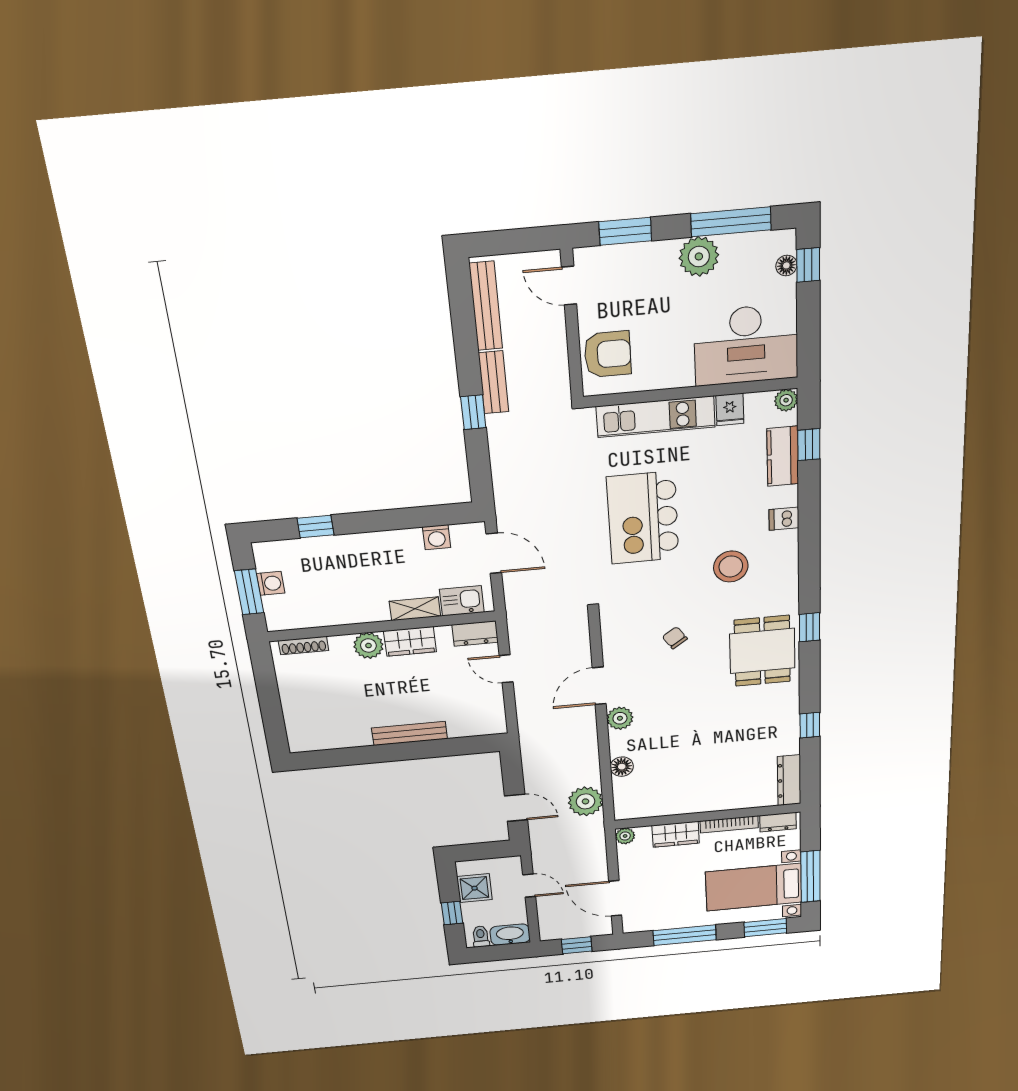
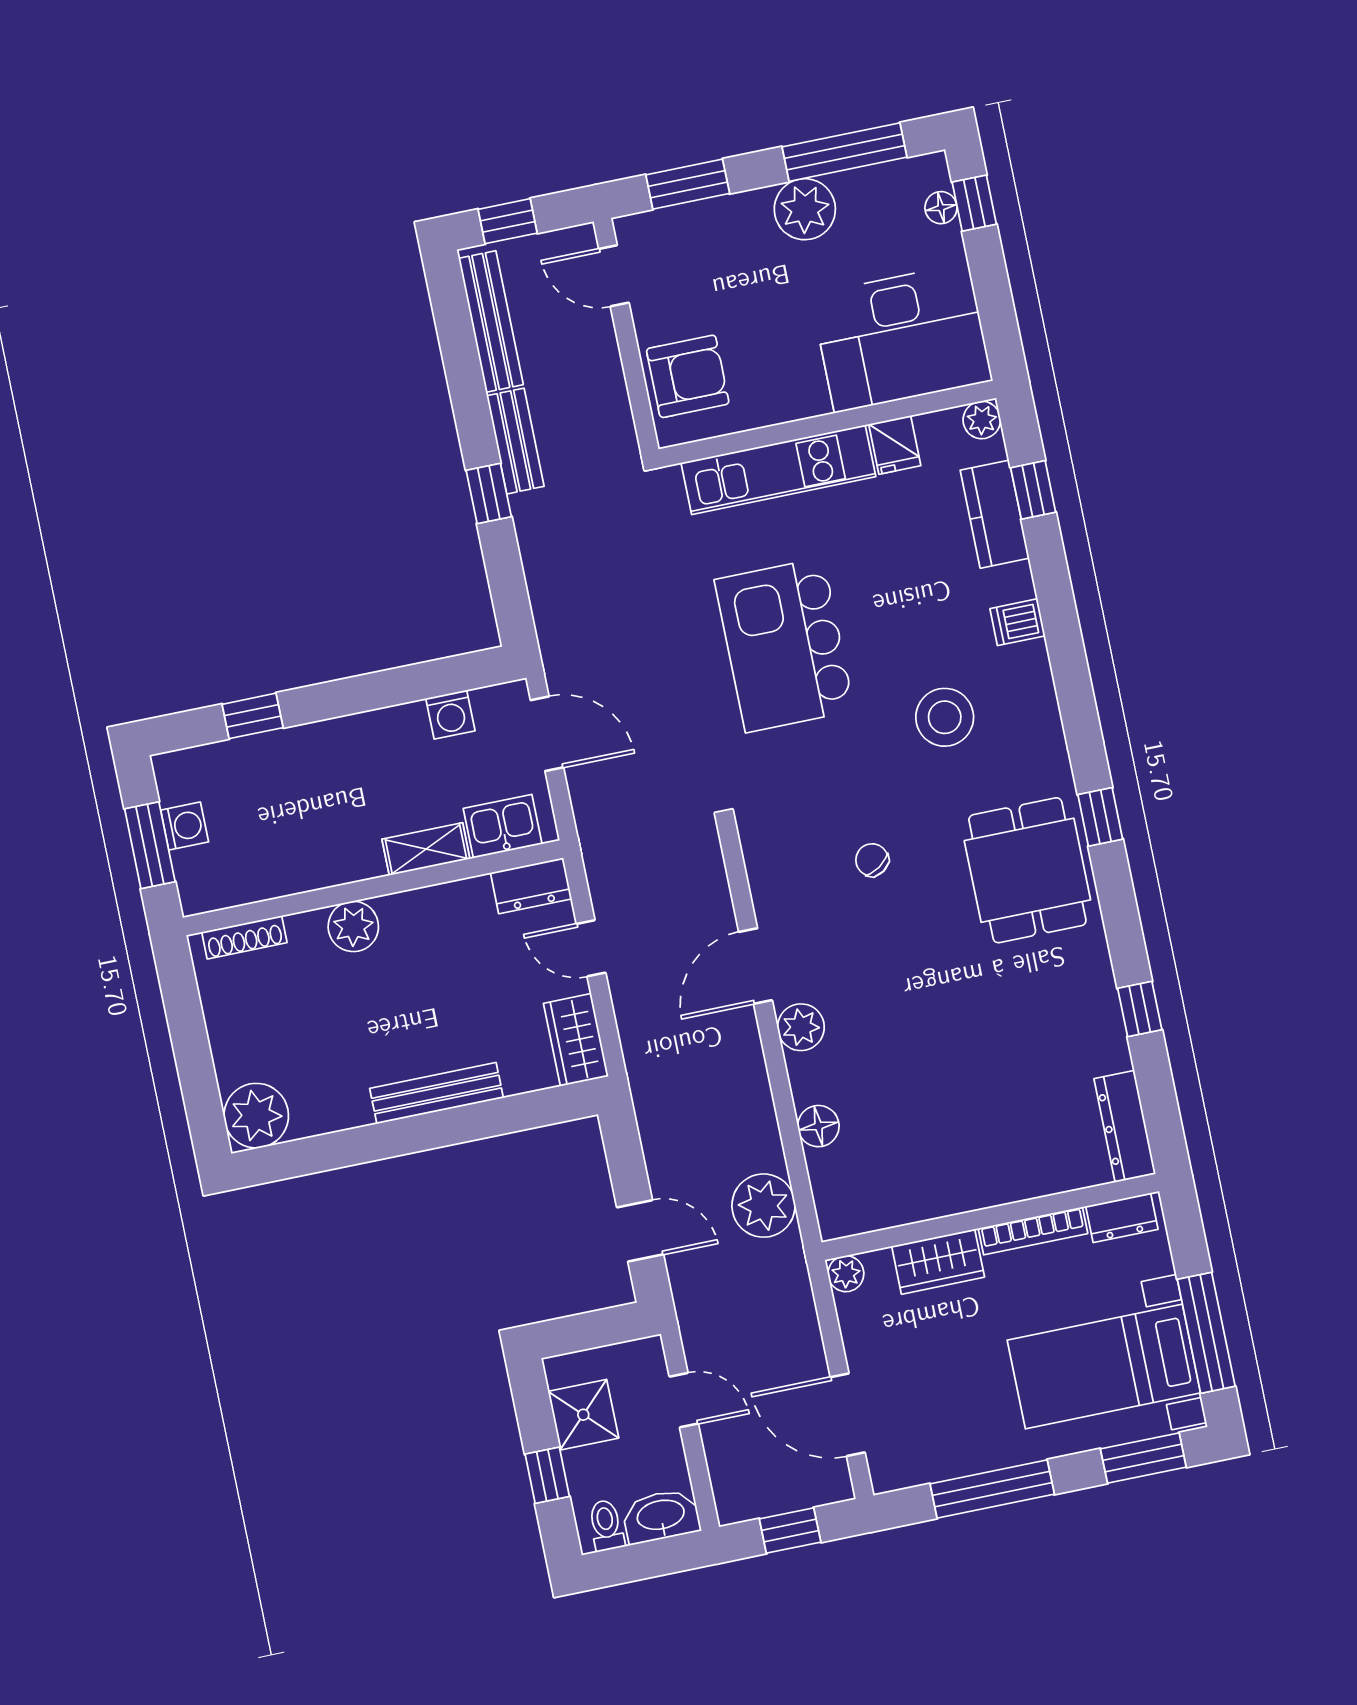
window: (504, 242) -> (508, 221), added
wardrobe: (410, 641) -> (576, 1040), moved, turned 90
plant: (305, 736) -> (256, 1116), added

